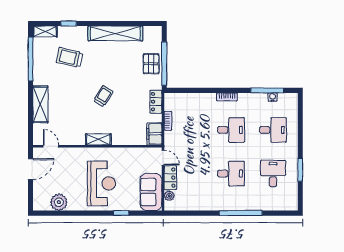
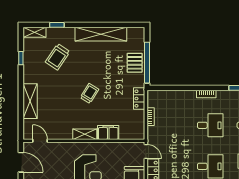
trolley: (70, 57) -> (58, 57), turned -69
window: (31, 59) -> (21, 58), width x0.32
filing cabinet: (154, 134) -> (108, 133), moved, turned 90
door: (31, 169) -> (21, 162), hinge flipped

